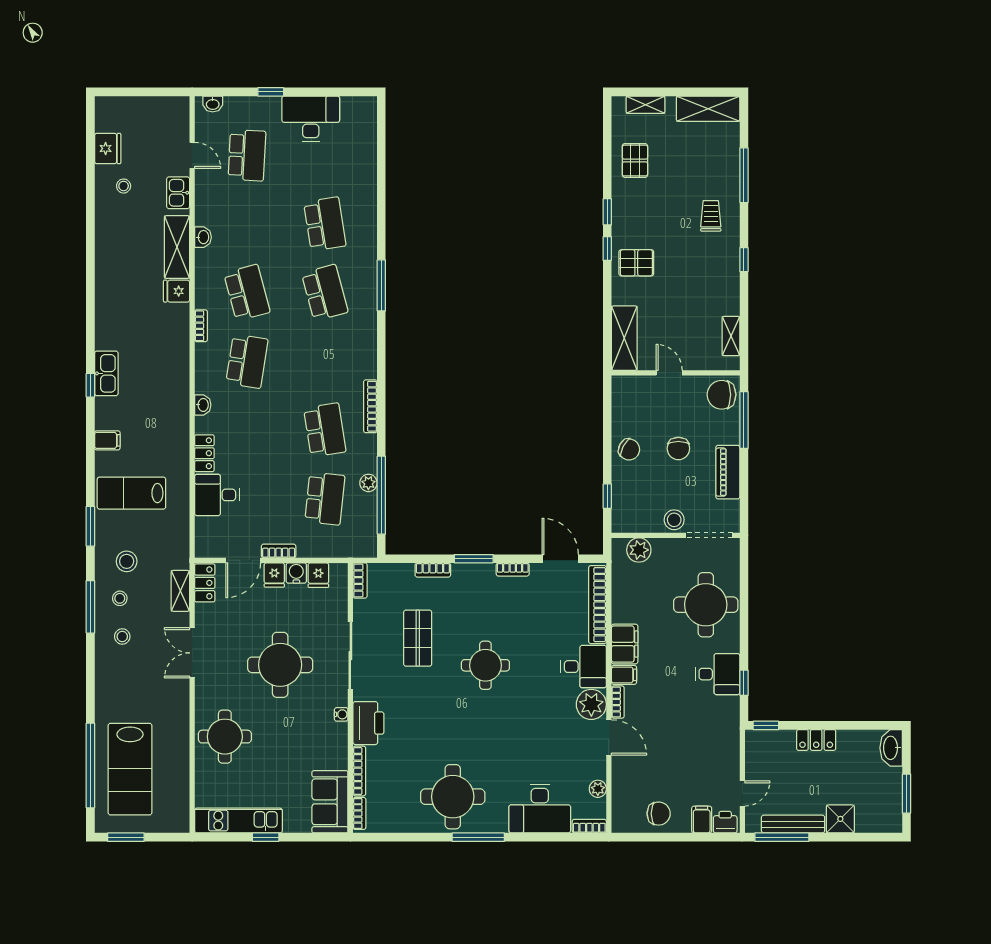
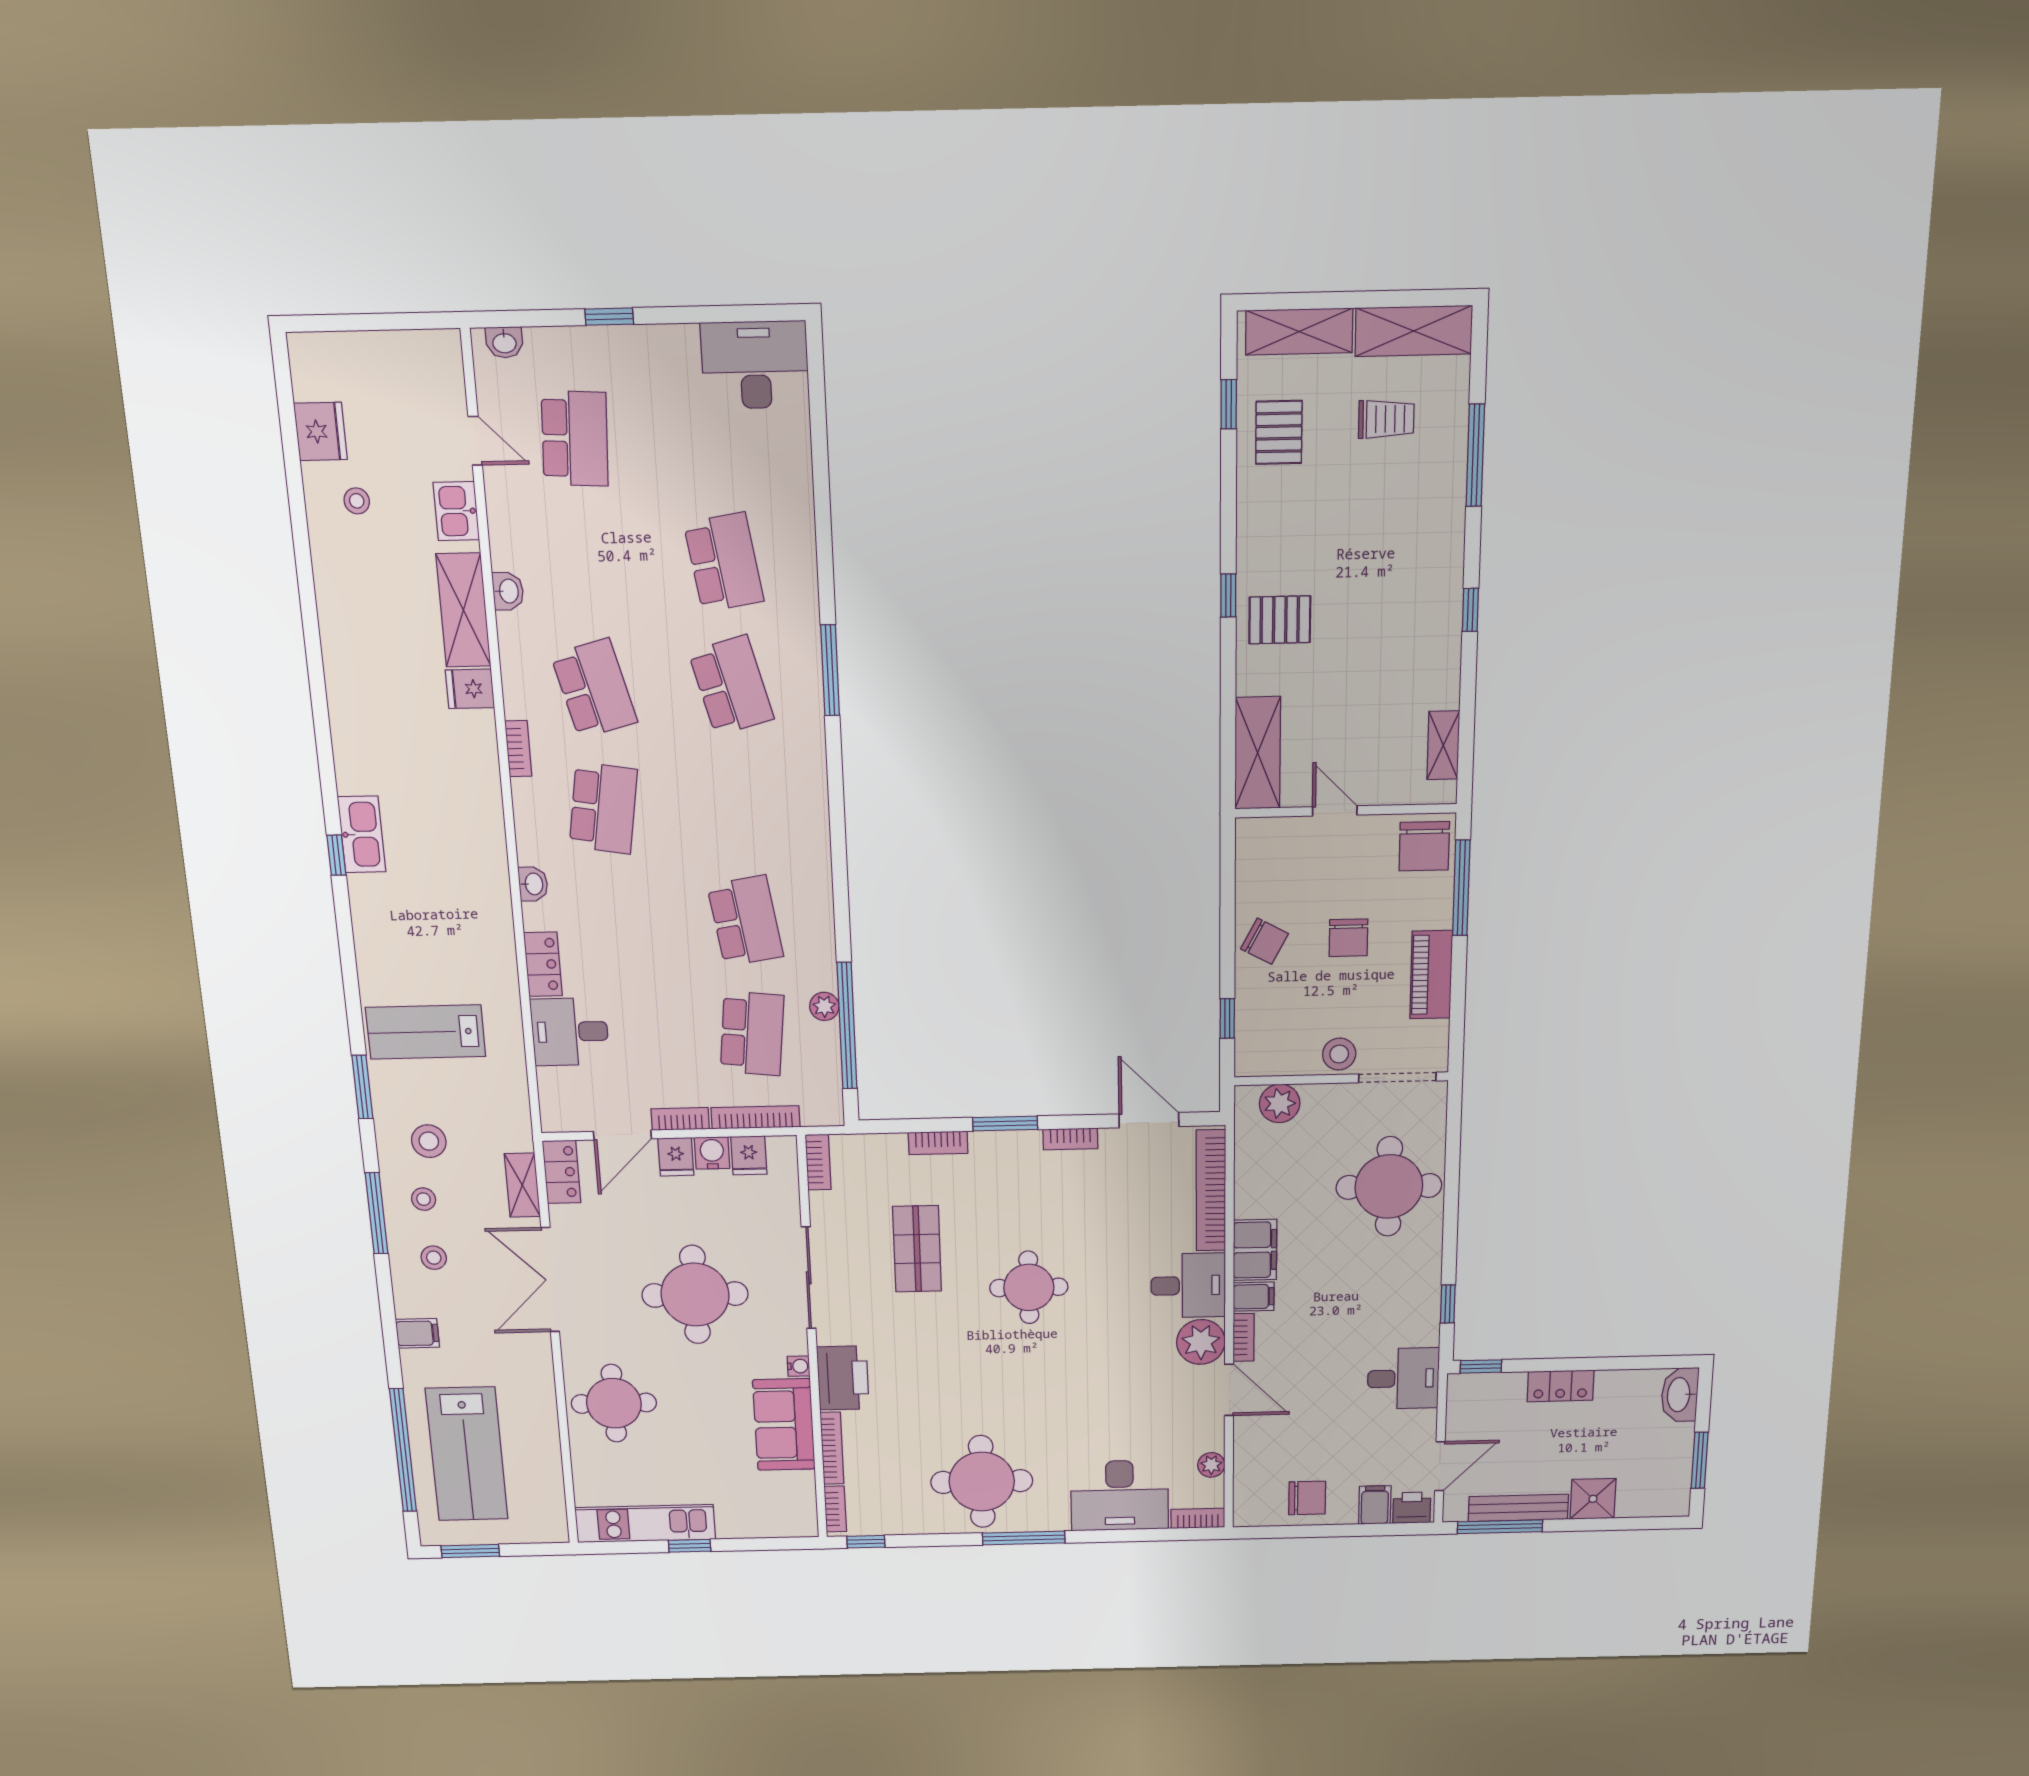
shelving: (646, 105) -> (1299, 332), width x1.50, depth x1.33
desk: (311, 119) -> (755, 365), moved
window: (607, 212) -> (1229, 404), moved
trolley: (711, 216) -> (1386, 419), moved, turned 90
chair: (722, 395) -> (1424, 846), turned -90
bookcase: (370, 406) -> (756, 1117), moved, turned 90
filing cabinet: (107, 440) -> (417, 1333), moved
double door: (192, 653) -> (550, 1280), width x1.37
desk: (718, 674) -> (1403, 1378), moved
door: (742, 793) -> (1440, 1466), width x1.38
sofa: (330, 802) -> (784, 1425), moved
window: (378, 837) -> (866, 1542), added

